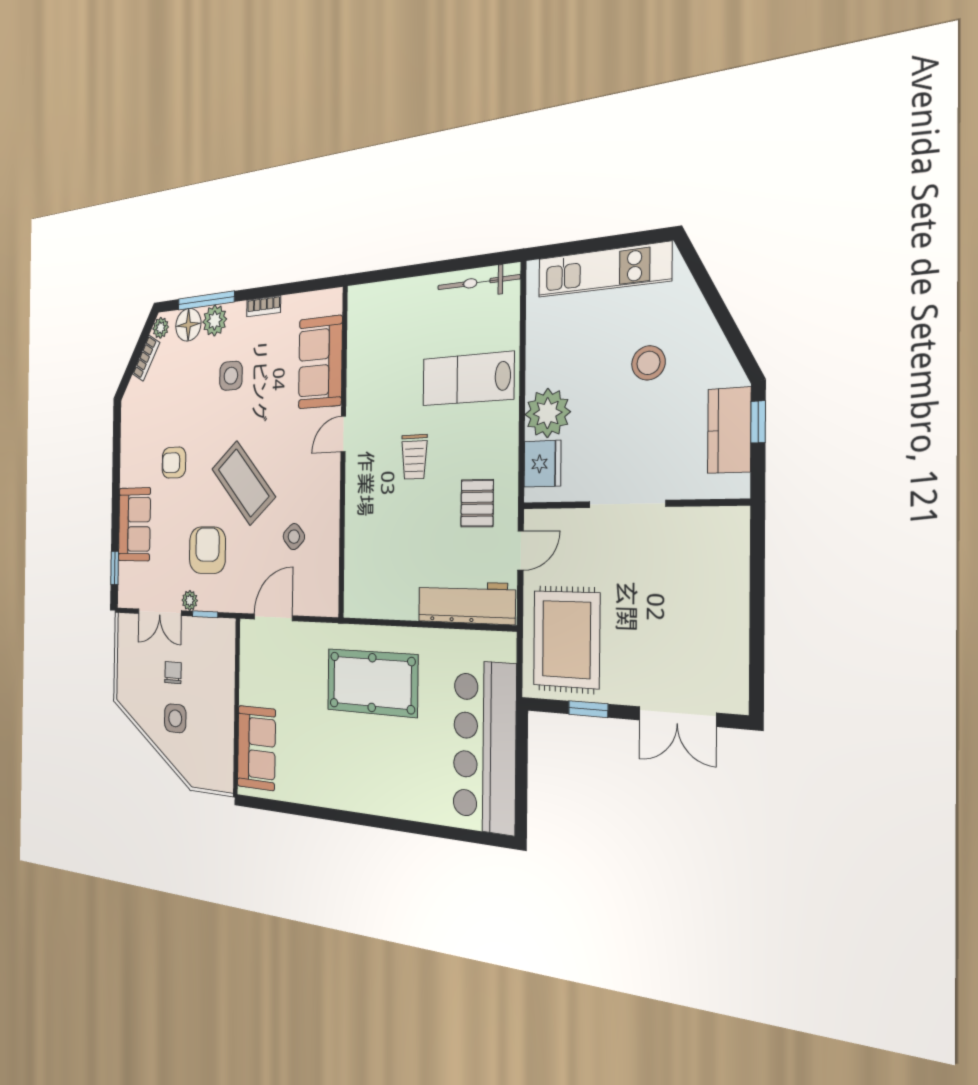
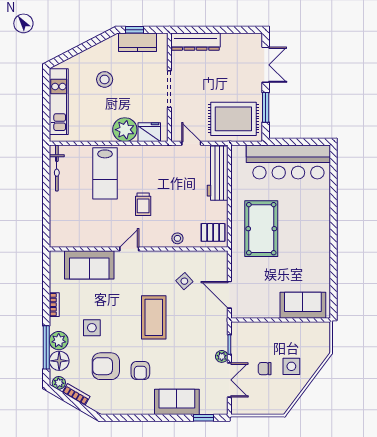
door: (343, 434) -> (129, 249), swing flipped
trolley: (414, 457) -> (143, 204), turned 90
coffee table: (243, 483) -> (154, 317), turned -49
pallet: (477, 503) -> (213, 232), moved
stool: (359, 524) -> (177, 238), added
armchair: (207, 550) -> (106, 366), moved
dresser: (730, 561) -> (196, 42), added
window: (588, 709) -> (266, 107), width x1.50

